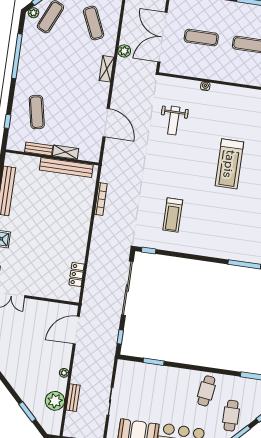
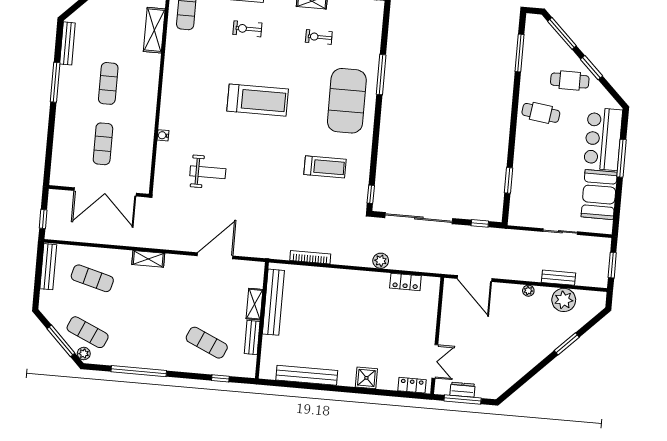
exercise mat: (94, 23) -> (92, 278), turned 39
plant: (124, 51) -> (381, 261), moved
exercise mat: (37, 112) -> (207, 343), turned 36
exercise mat: (225, 236) -> (347, 101), added
window: (27, 412) -> (567, 344), moved

